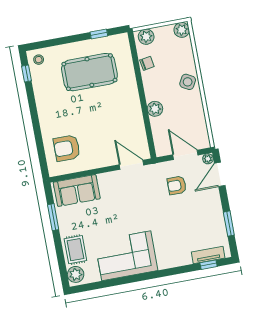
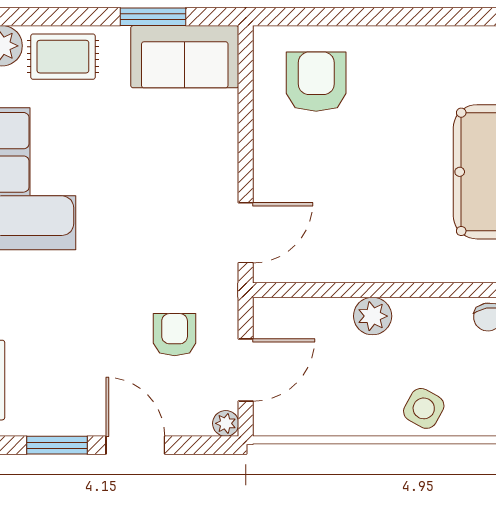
door: (220, 174) -> (135, 445), moved
sofa: (77, 190) -> (185, 57), moved, turned -90

